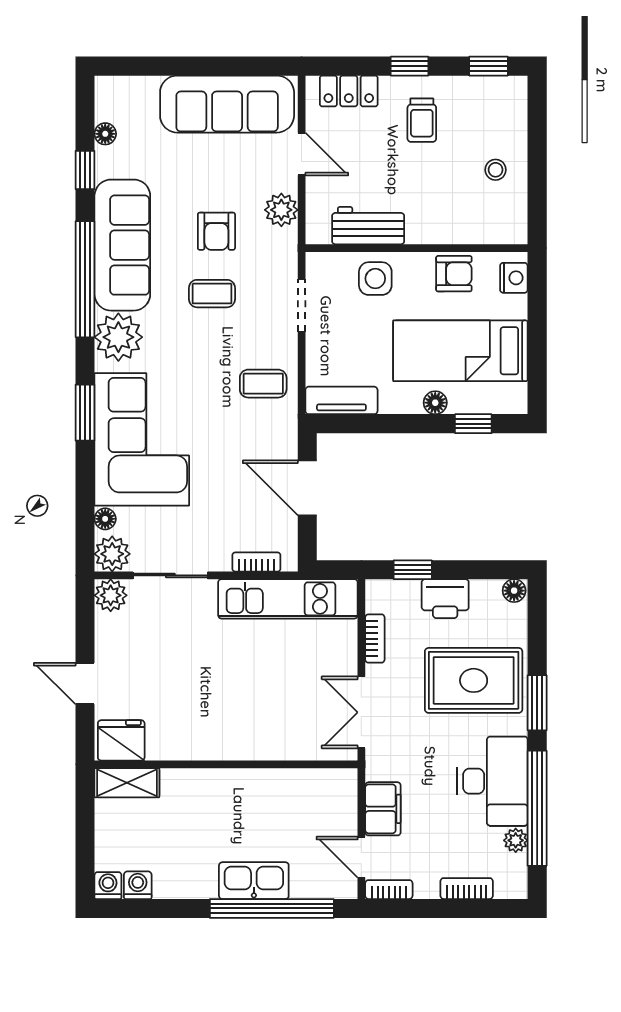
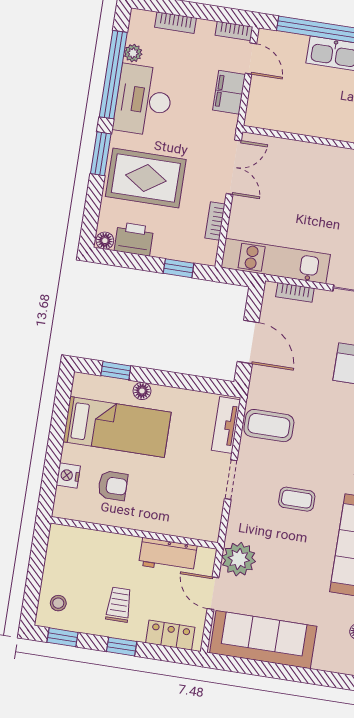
stool: (496, 170) -> (58, 603), moved
plant: (281, 210) -> (239, 559), width x1.36, depth x1.36
workbench: (368, 226) -> (168, 555), moved
armchair: (216, 231) -> (286, 545), removed
wall: (417, 248) -> (134, 533), moved
armchair: (454, 274) -> (113, 486), turned 180
side table: (375, 279) -> (172, 491), removed
coffee table: (263, 384) -> (269, 426), width x1.36, depth x1.30
tv unit: (341, 400) -> (226, 425), moved, turned 90
printer: (445, 599) -> (134, 239), moved

